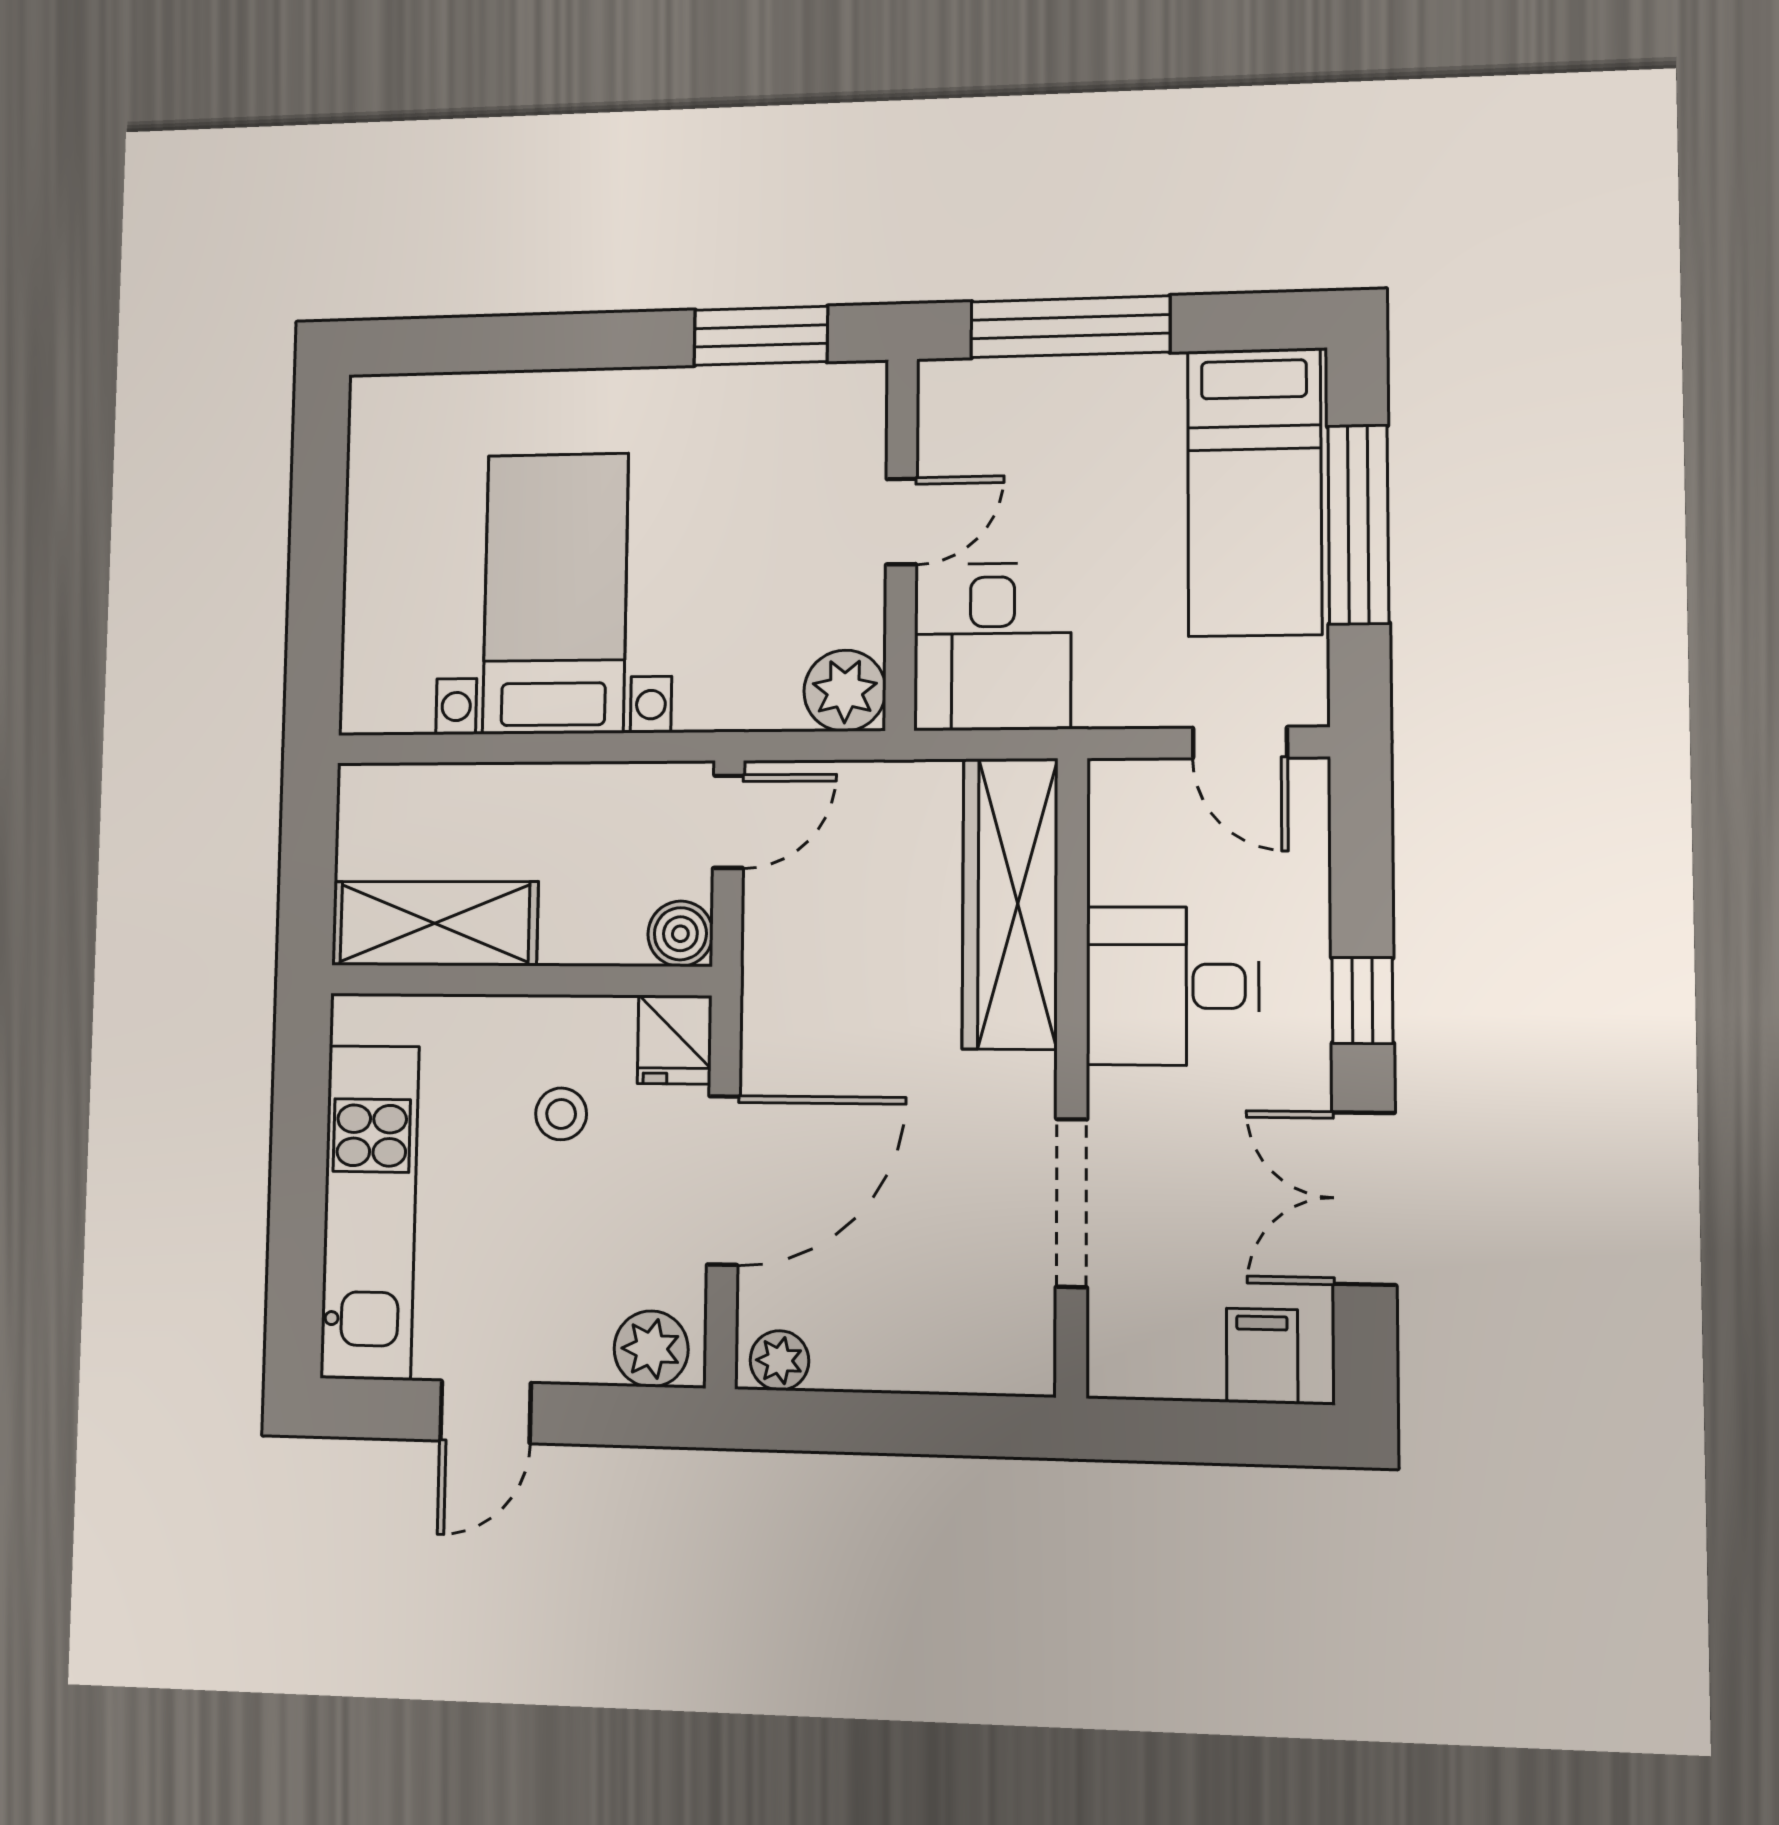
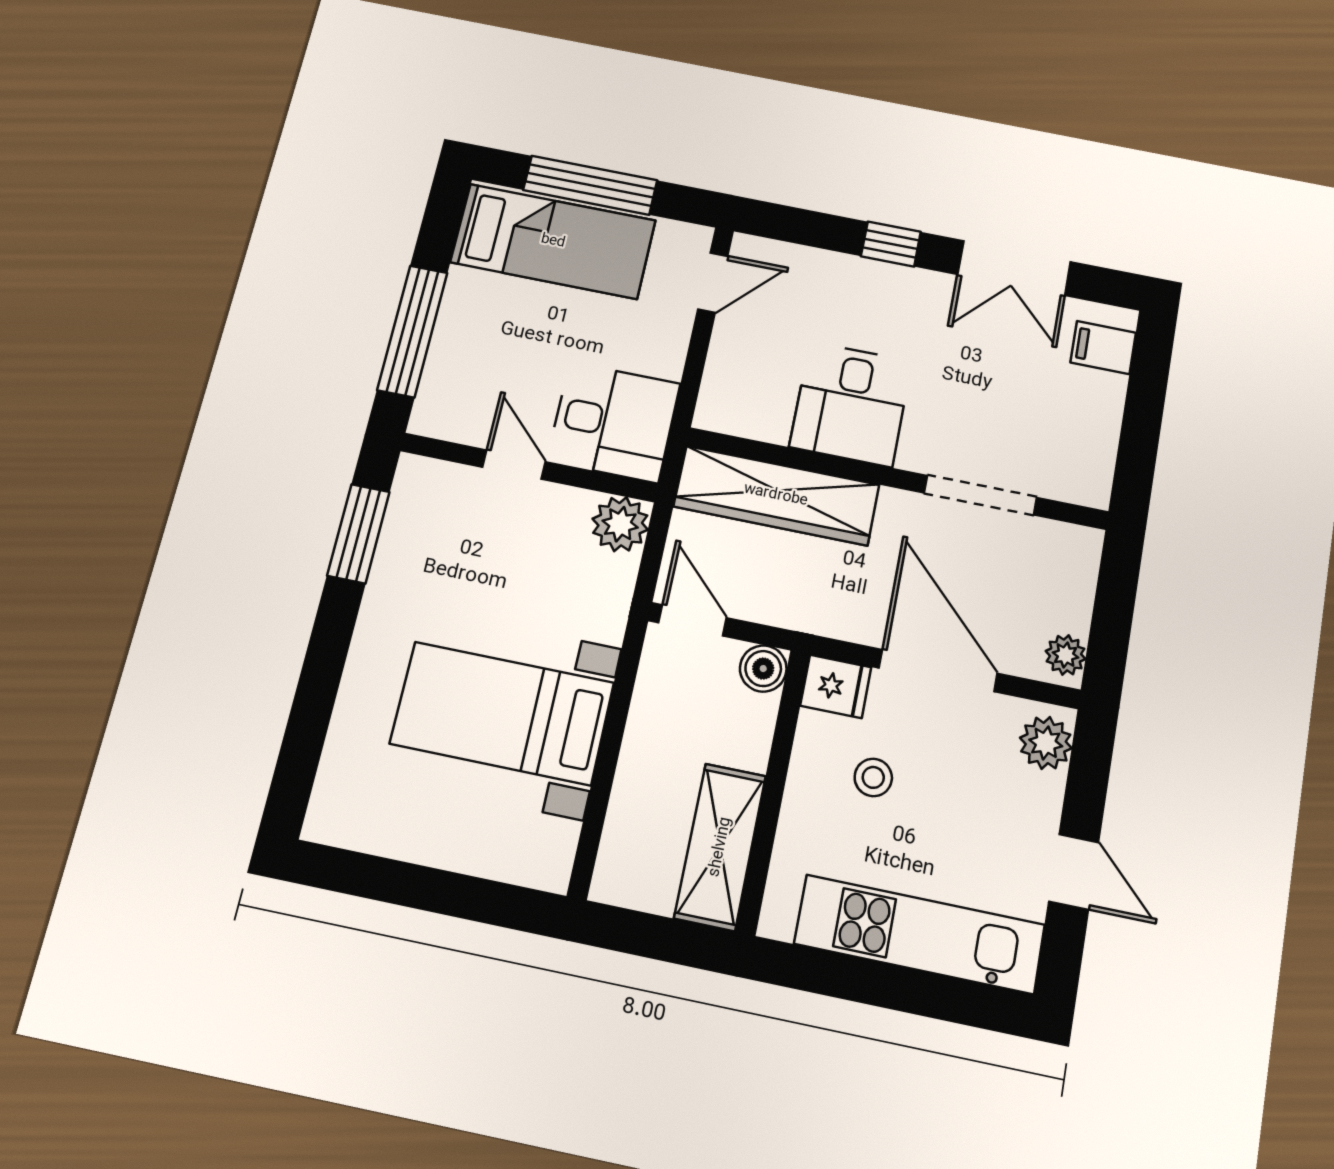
wardrobe: (1010, 903) -> (776, 495), moved
desk: (1172, 986) -> (851, 404), moved
wall: (1072, 1074) -> (897, 478), moved
doorway: (1072, 1203) -> (980, 495), moved

